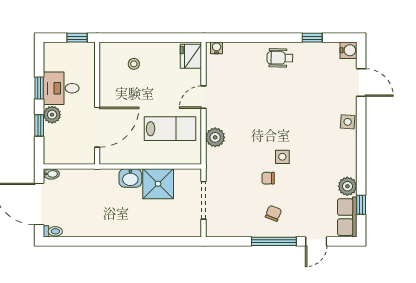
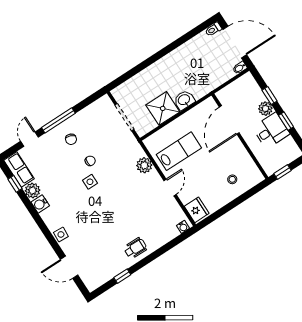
water cooler: (349, 50) -> (40, 204), moved
lab bench: (170, 129) -> (179, 151), turned 180

